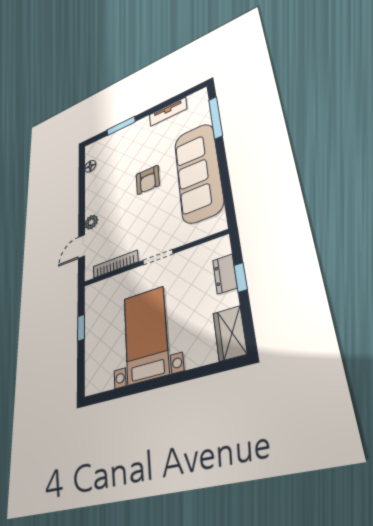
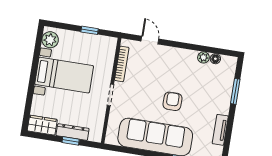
armchair: (148, 180) -> (173, 101), turned 90
plant: (91, 222) -> (203, 57), moved
dresser: (225, 274) -> (73, 132), width x1.44
plant: (102, 379) -> (50, 40), added

